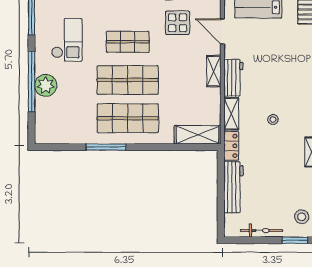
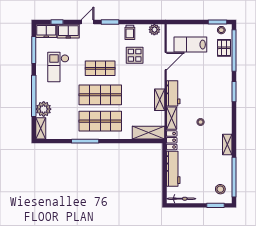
door: (222, 31) -> (166, 61), swing flipped
checkout: (67, 40) -> (58, 67), turned 180
shelving: (214, 71) -> (160, 100), moved
plant: (46, 85) -> (44, 109), moved
shelving: (42, 129) -> (41, 128), added
bicycle: (262, 231) -> (181, 199), moved

